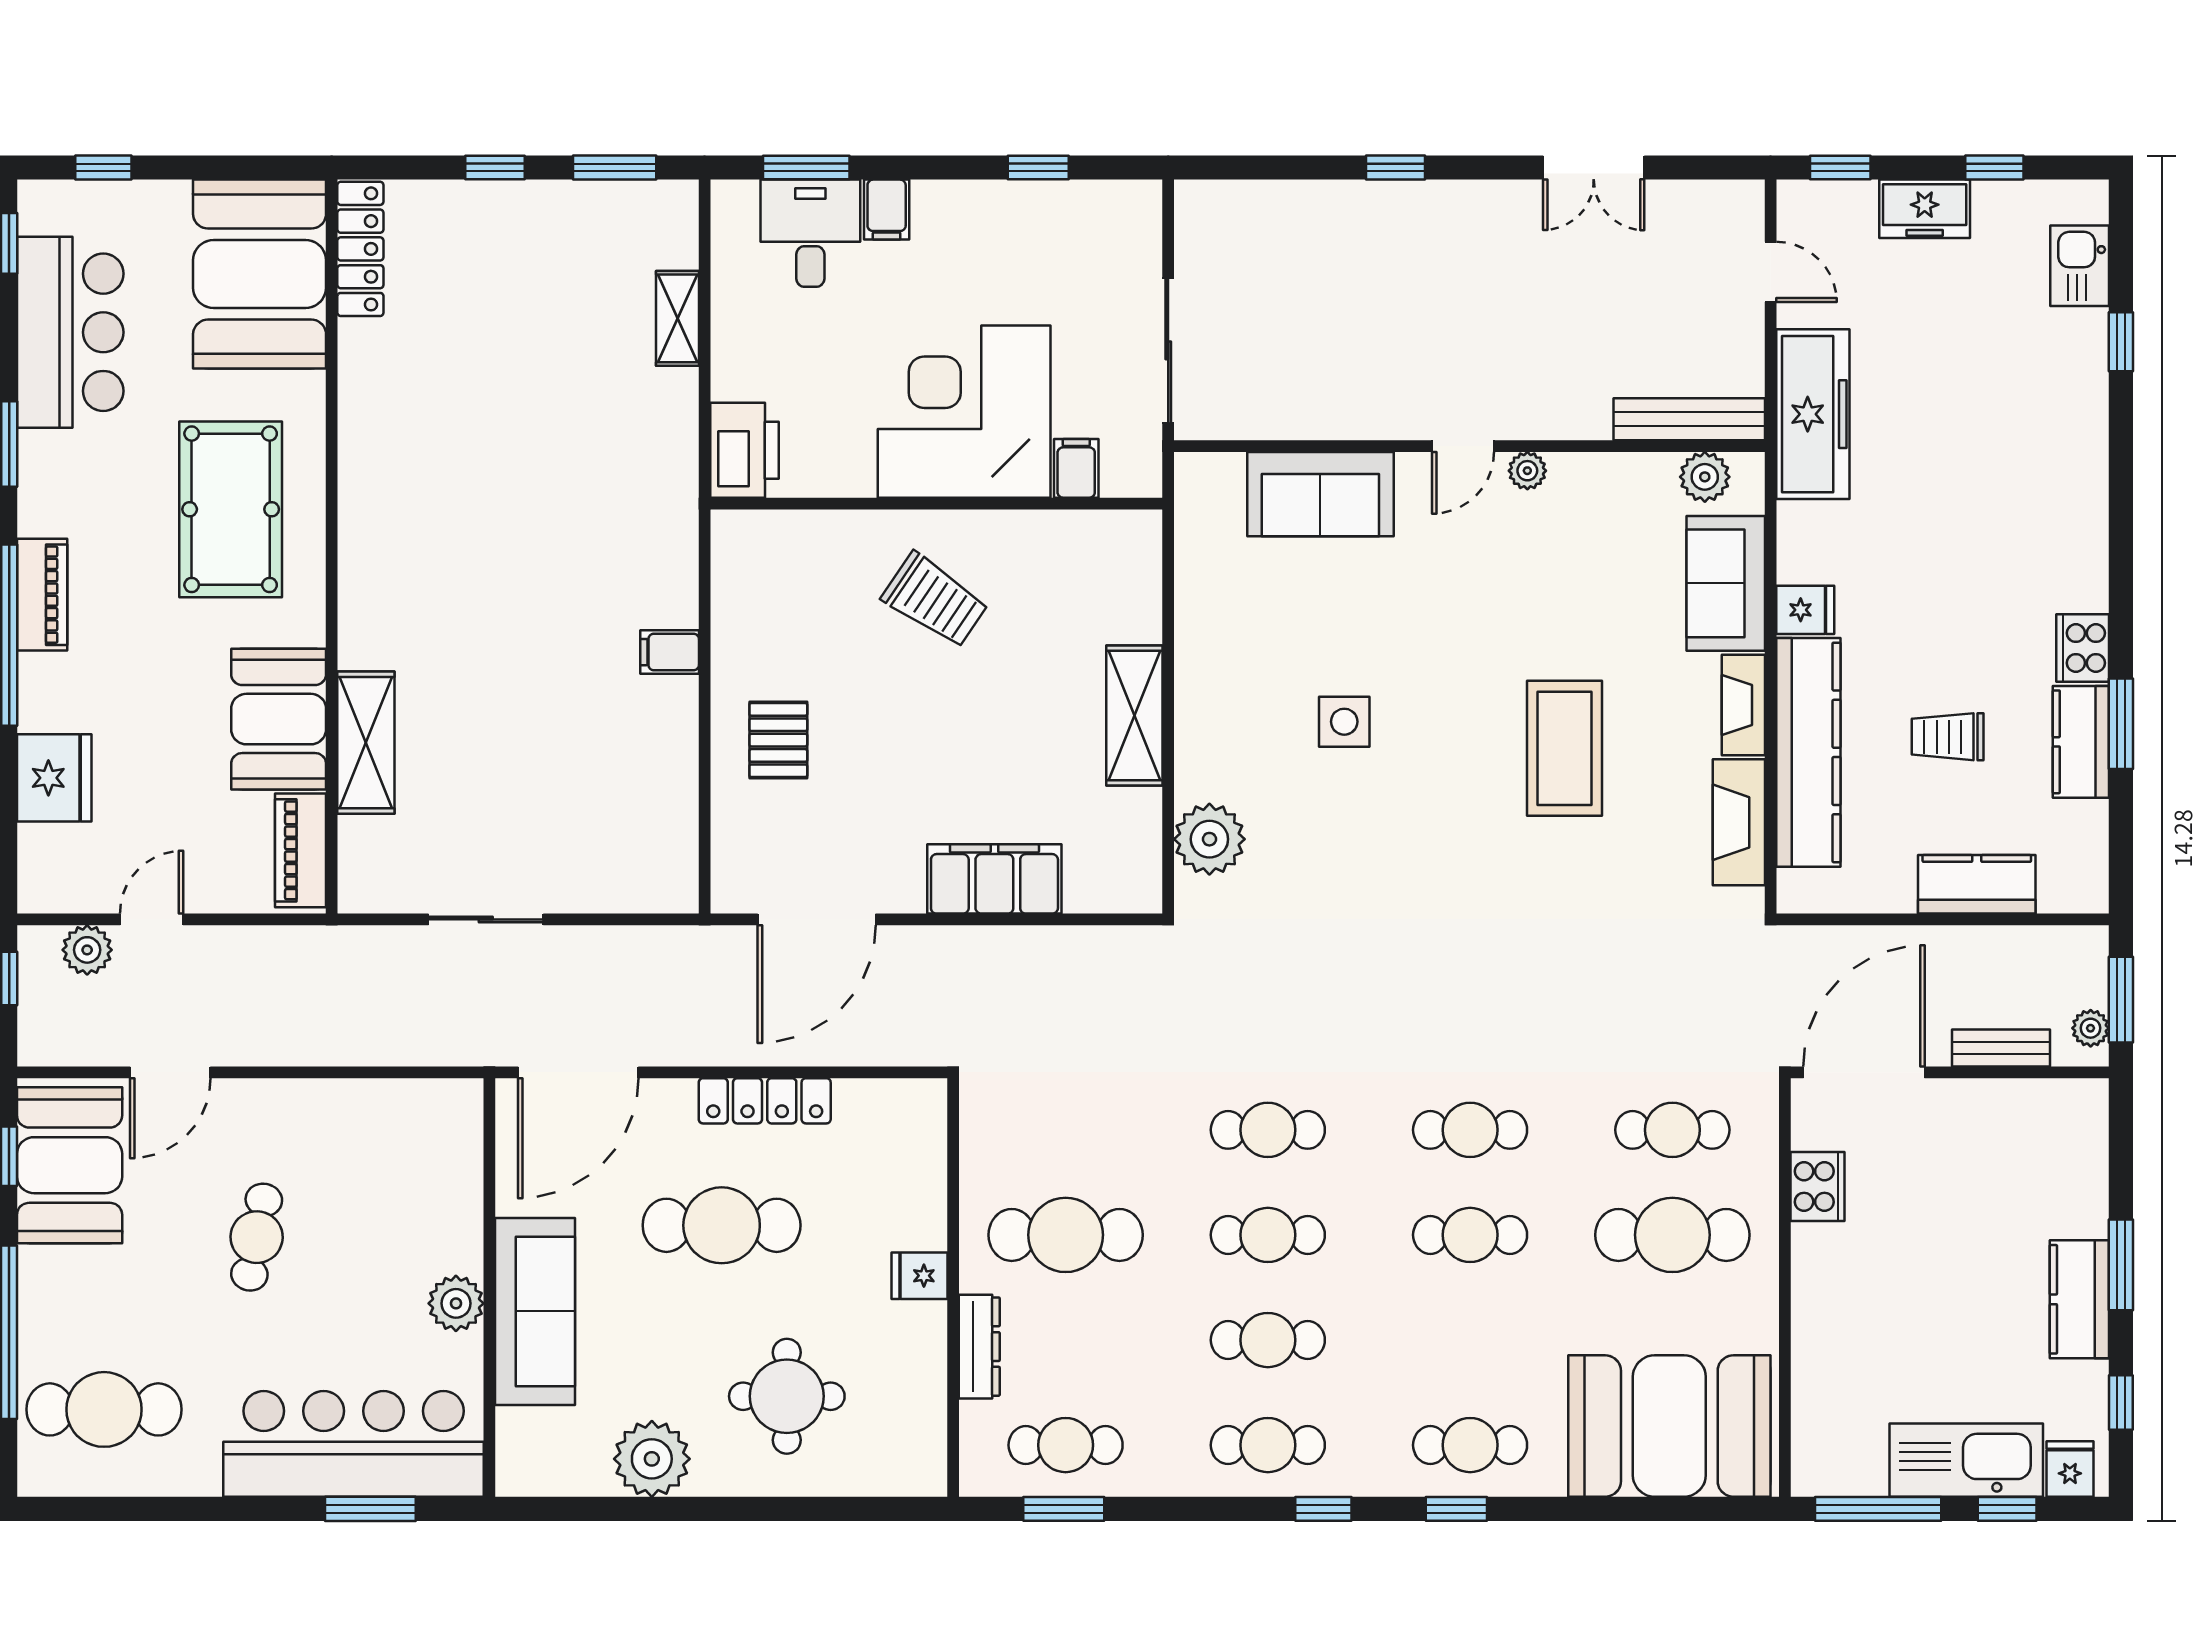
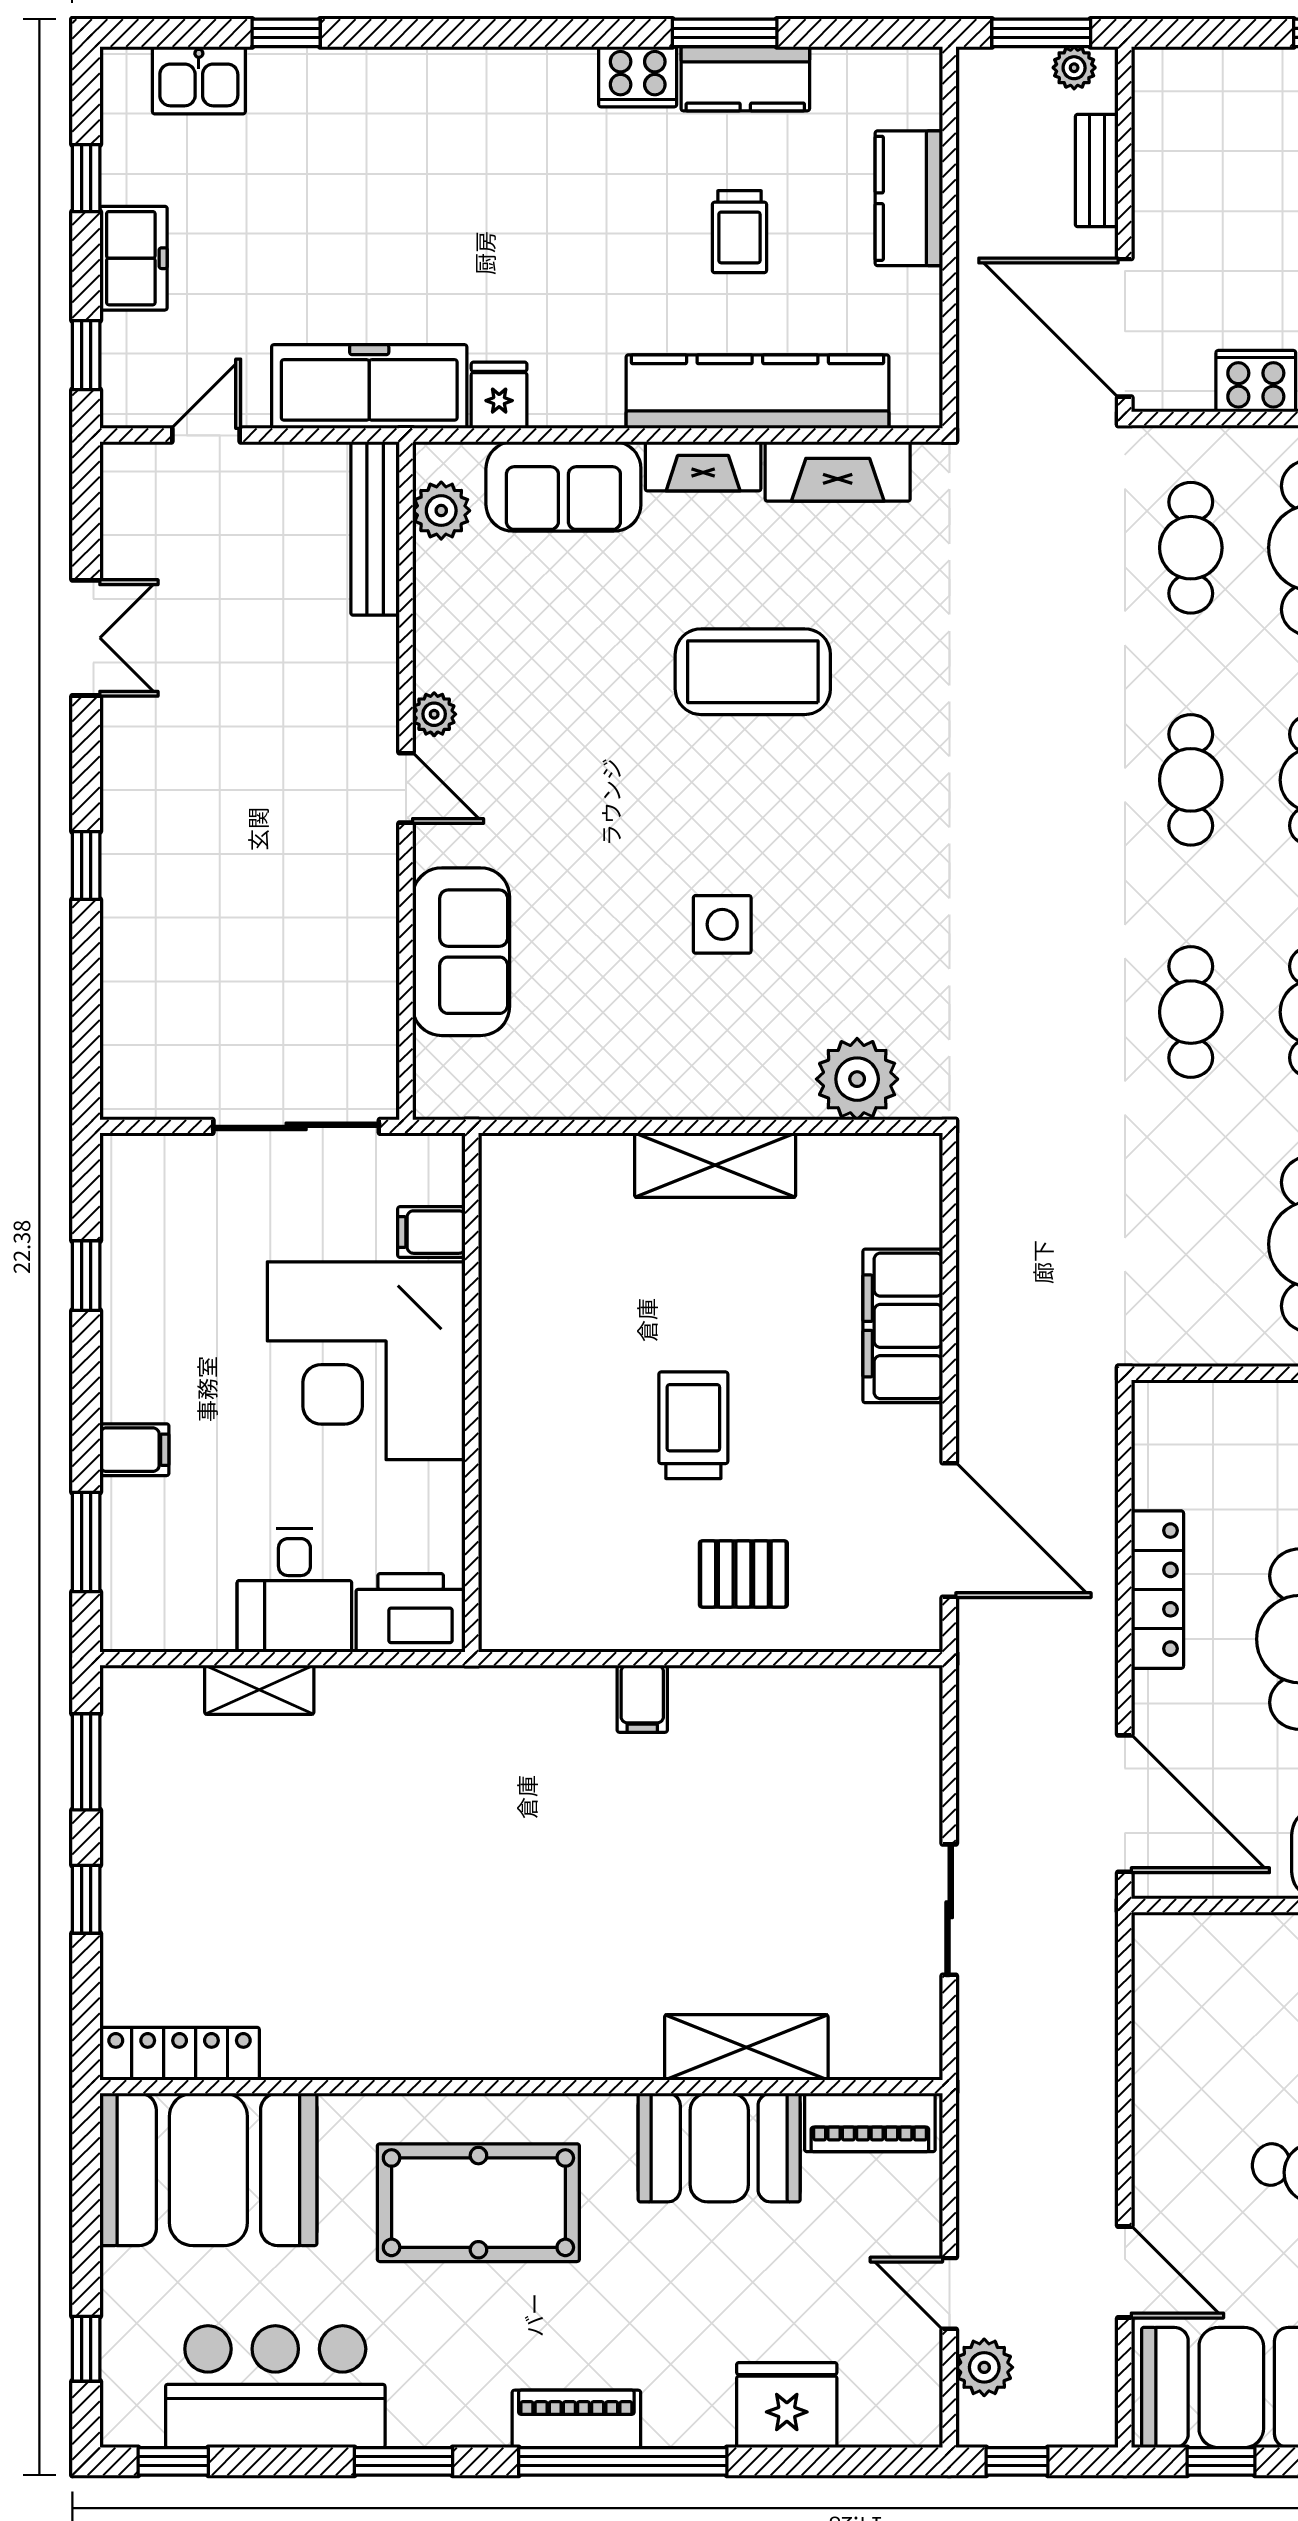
desk: (810, 233) -> (294, 1590), moved, turned -90
trolley: (935, 600) -> (693, 1425), moved, turned -34
fridge: (1805, 610) -> (499, 395), moved

